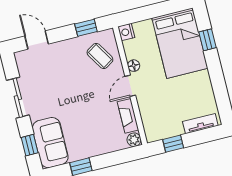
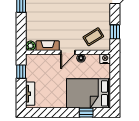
door: (130, 86) -> (68, 52), swing flipped

